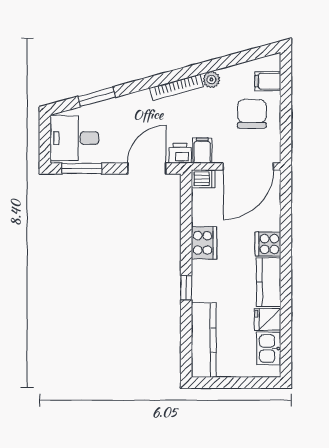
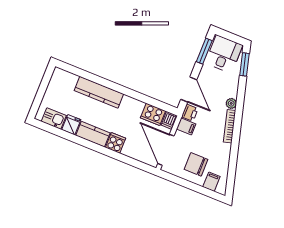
plant: (211, 80) -> (231, 103), moved
window: (97, 97) -> (244, 64), moved
chair: (252, 114) -> (196, 164), turned 180
cooker: (204, 243) -> (153, 114), moved
window: (186, 288) -> (109, 84), removed
kitchen counter: (204, 340) -> (99, 92), moved

